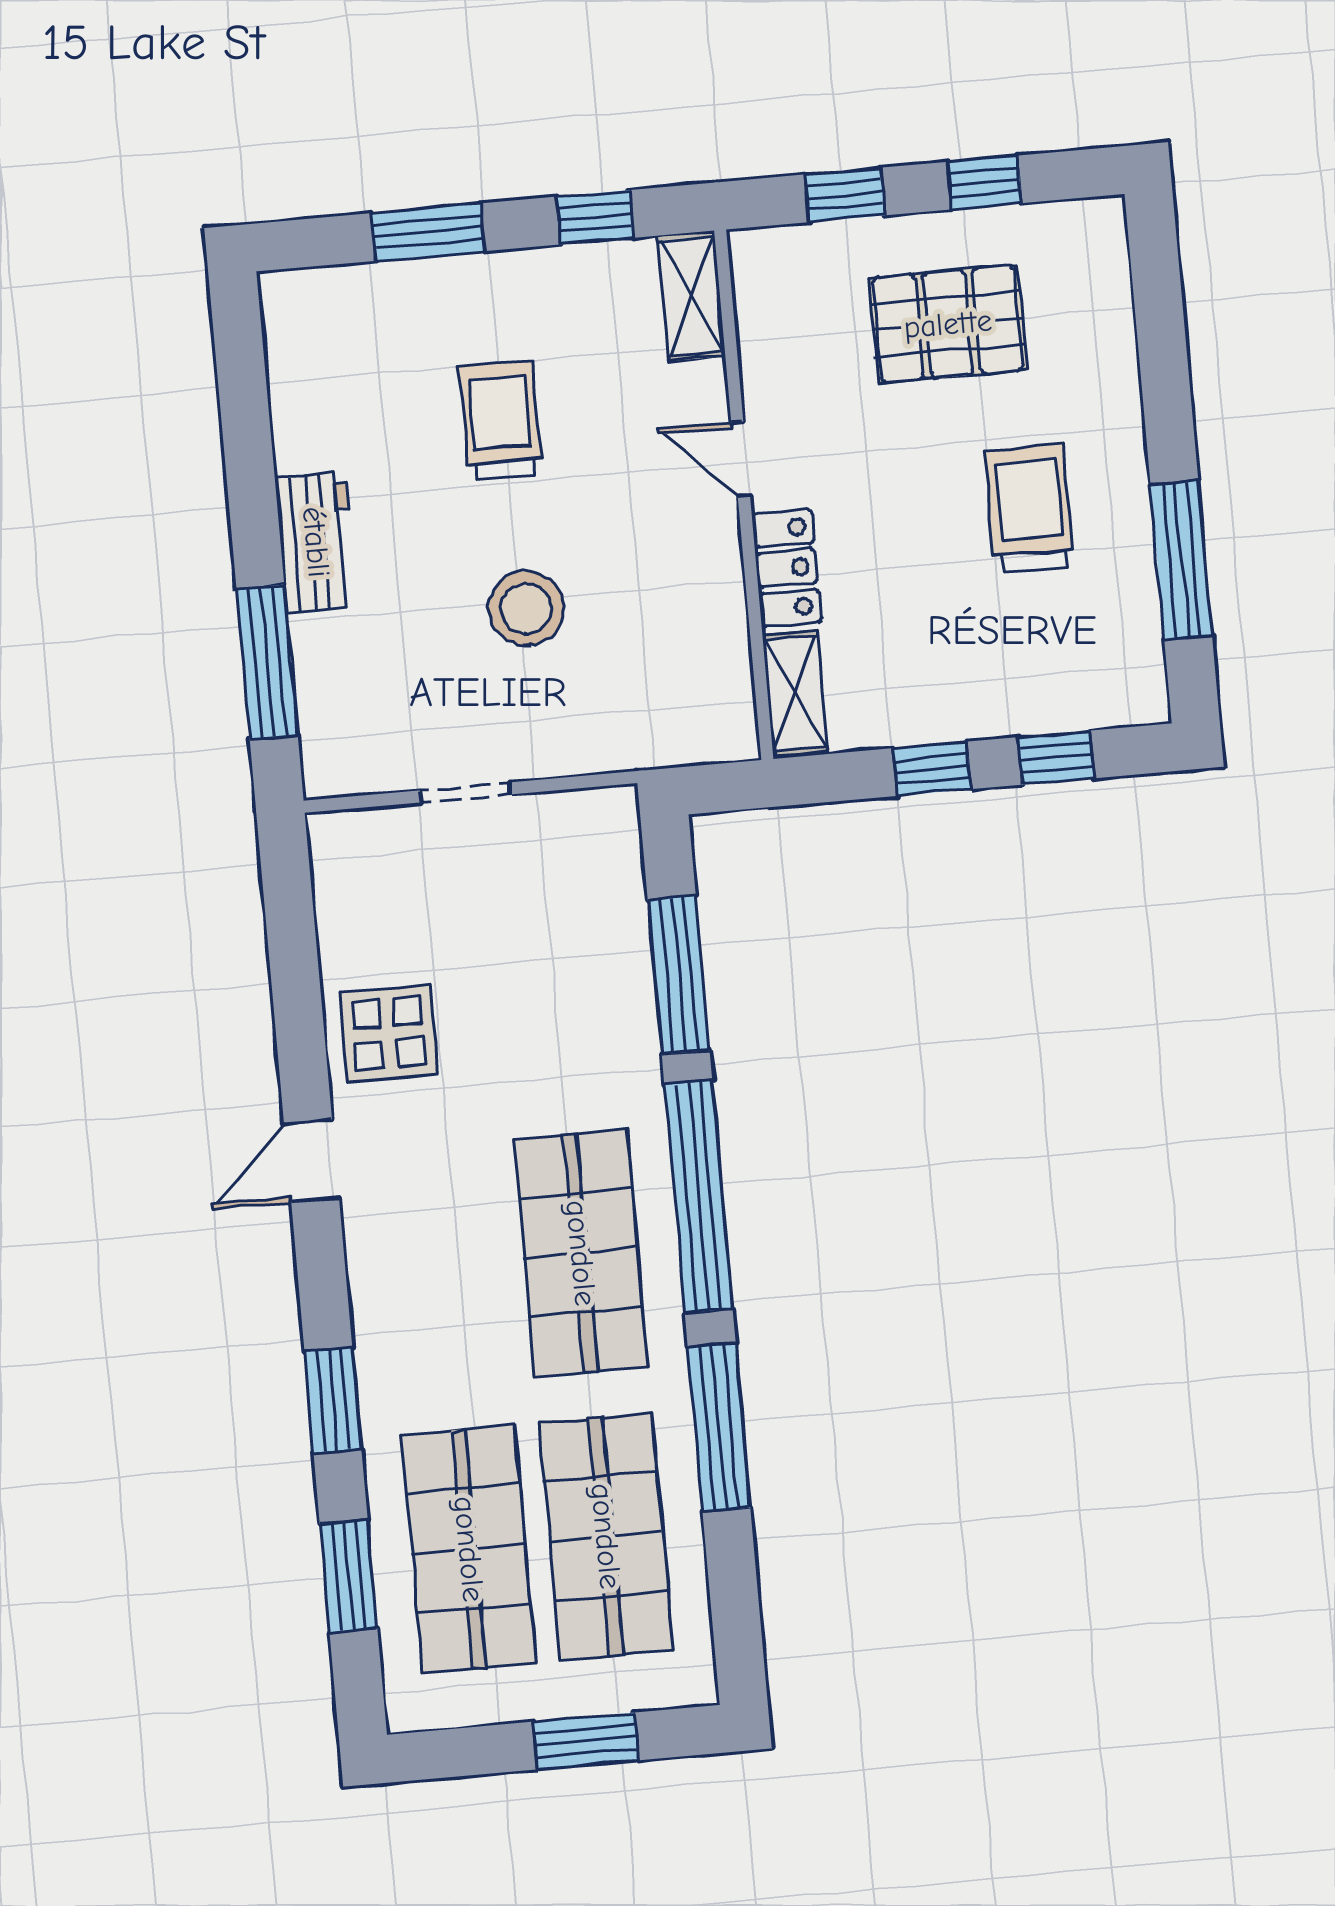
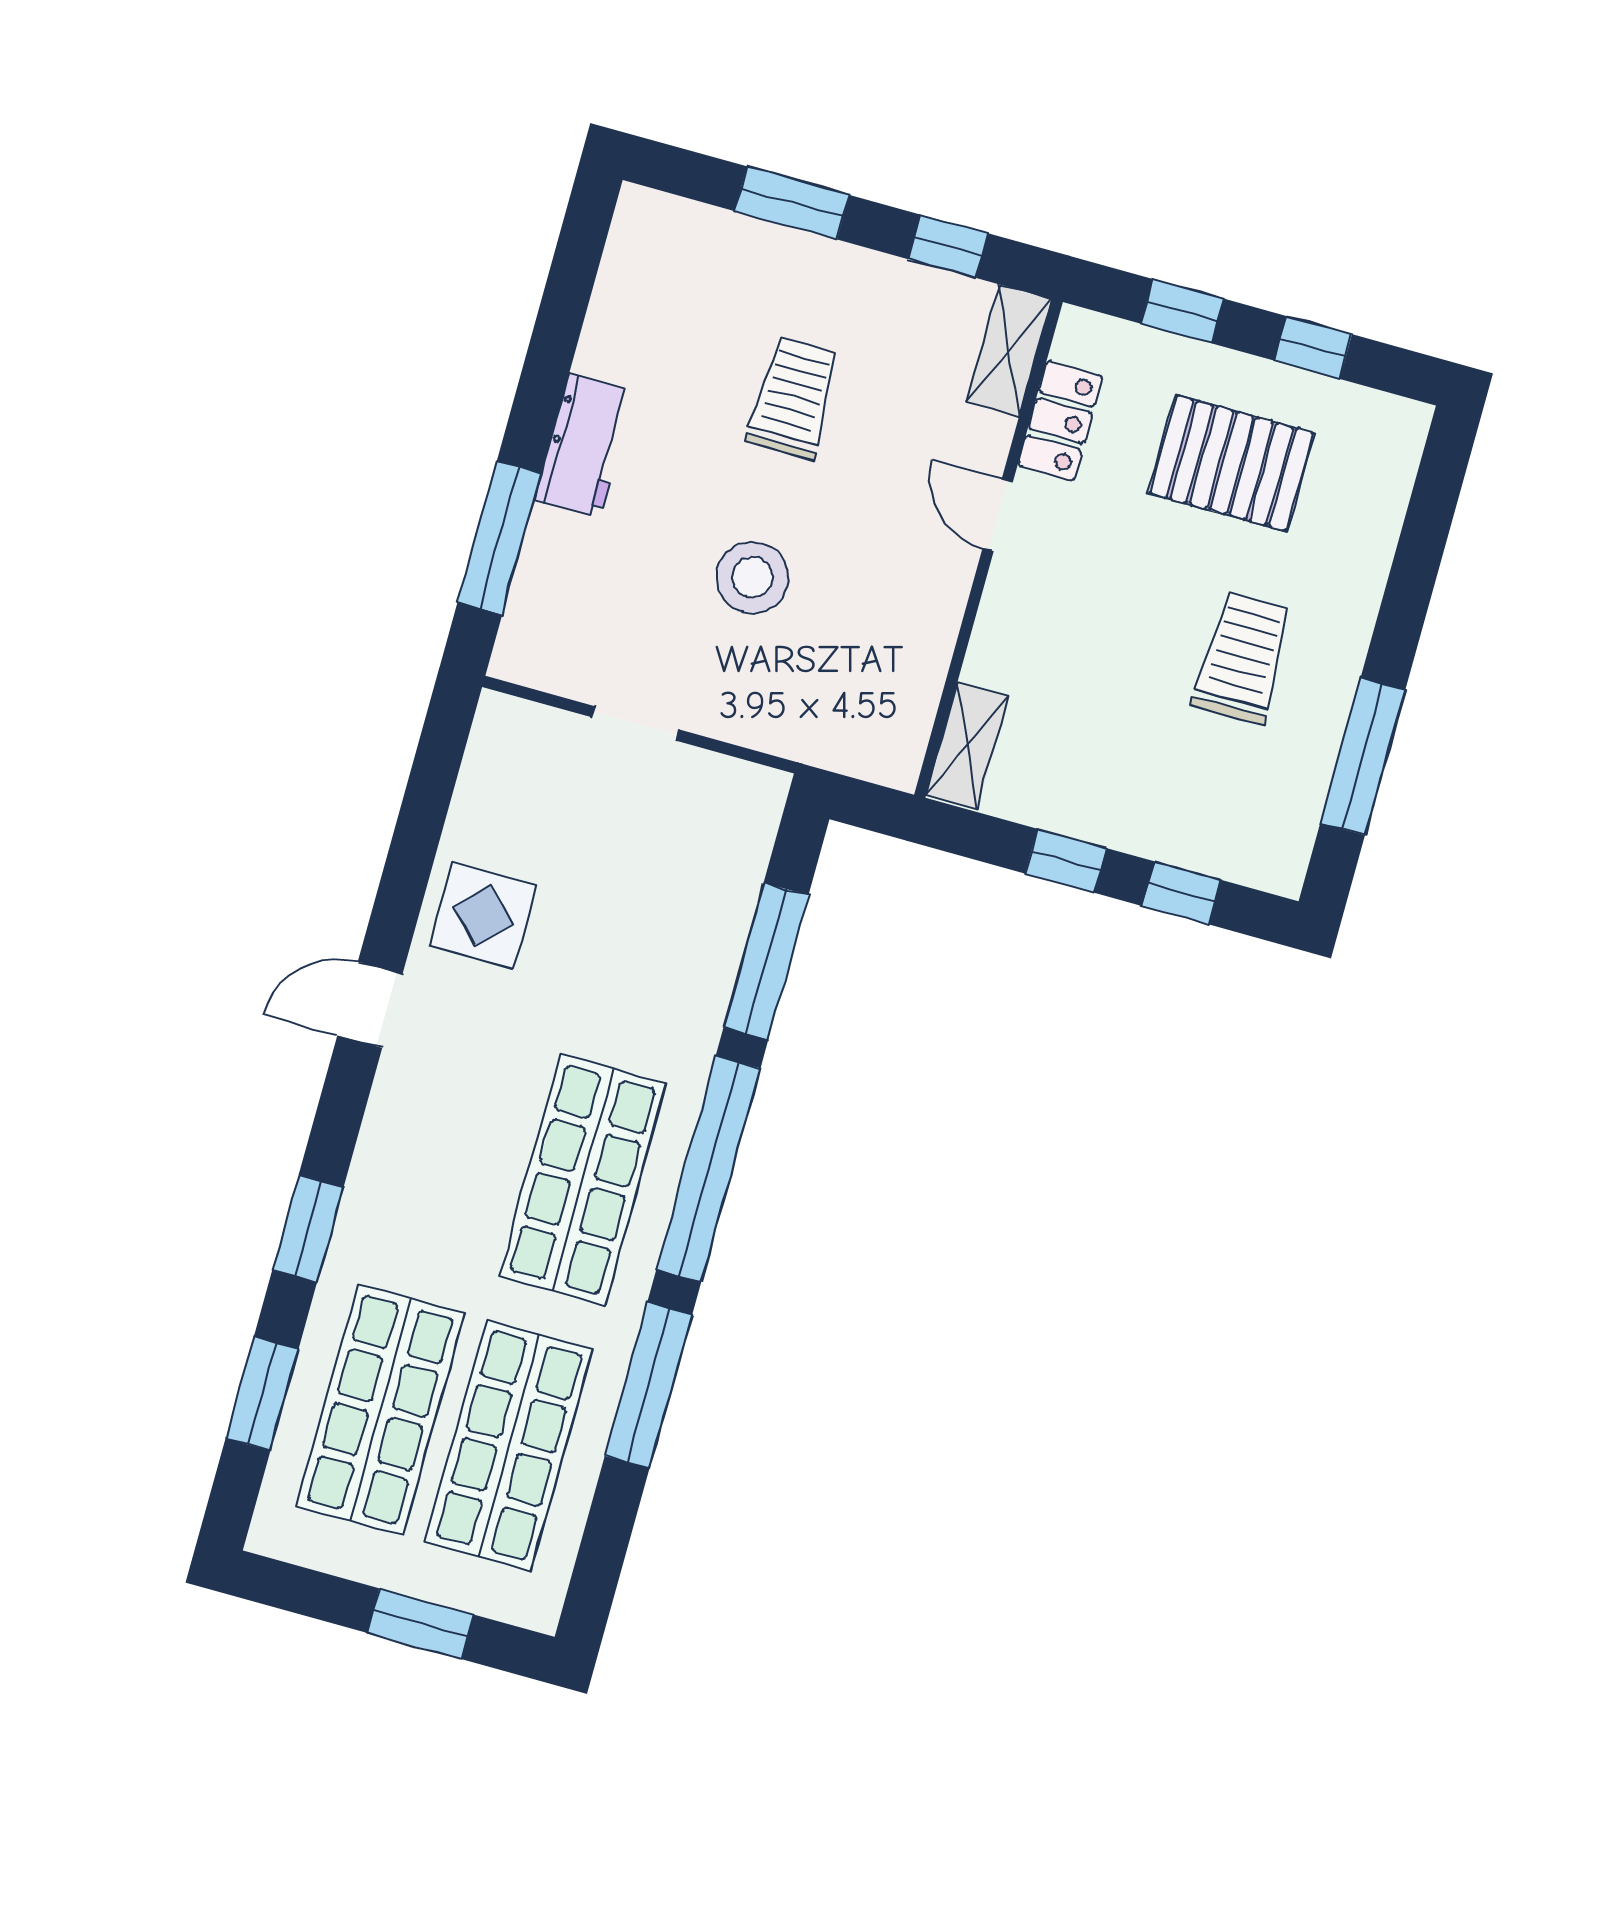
locker: (787, 568) -> (1060, 421), moved

